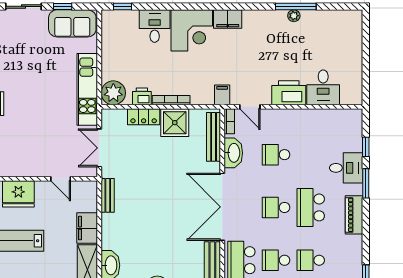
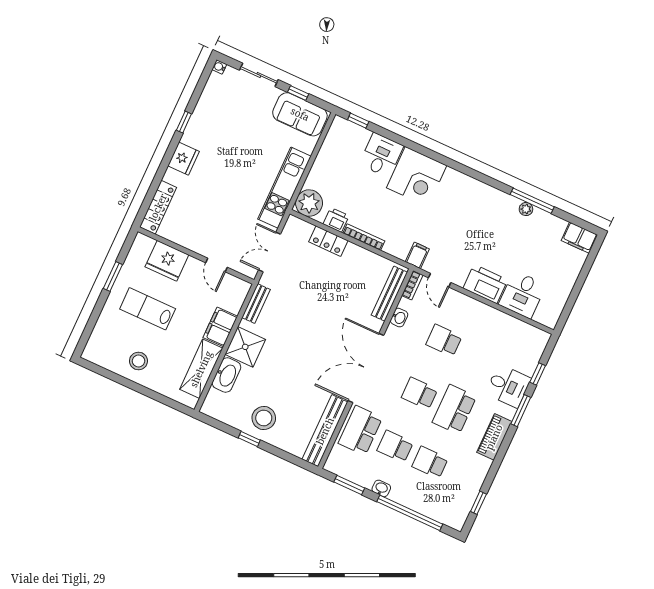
filing cabinet: (228, 19) -> (579, 238), moved
shower: (175, 123) -> (245, 347), moved
washbasin: (233, 153) -> (399, 318), width x0.52, depth x0.69

